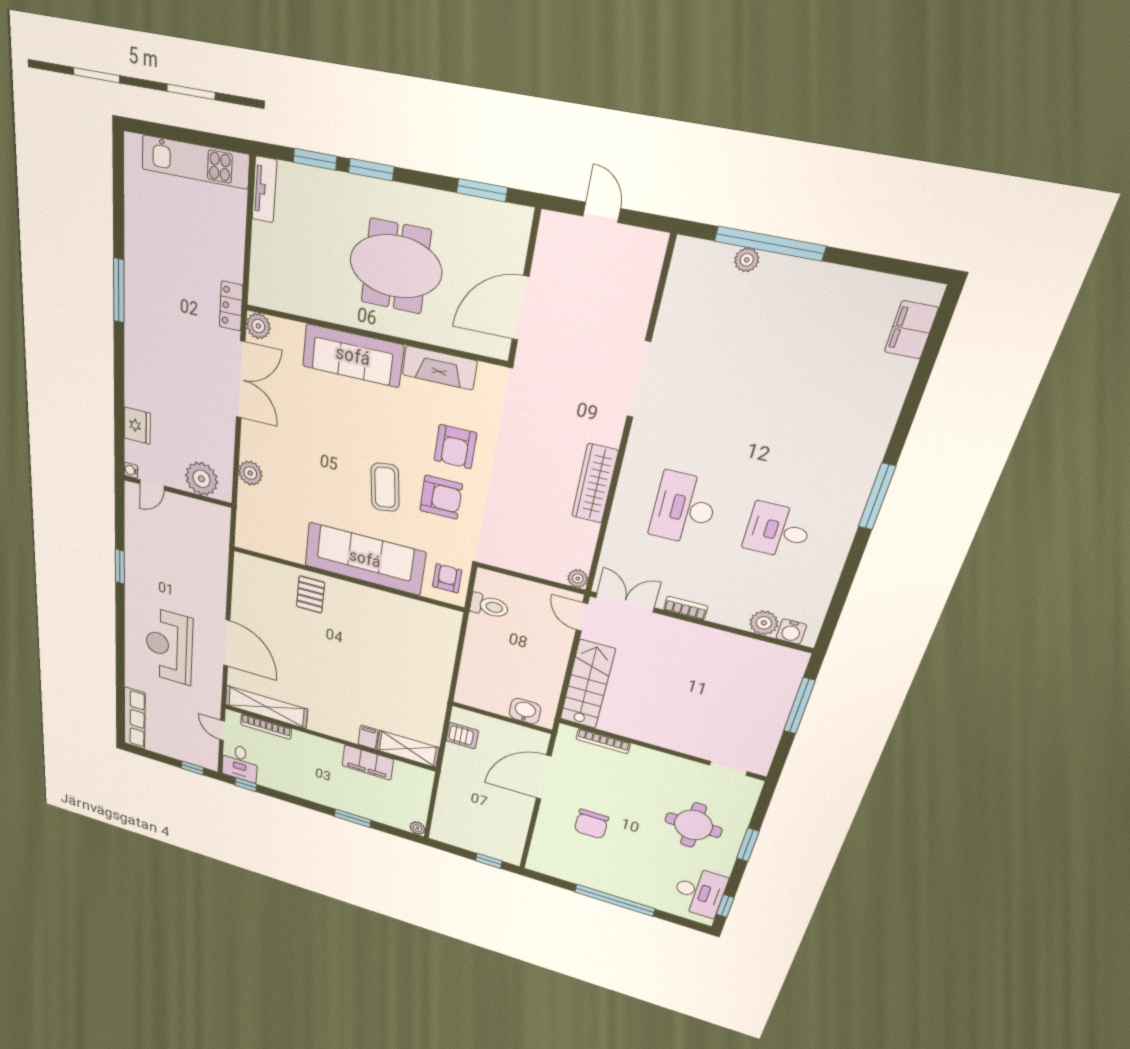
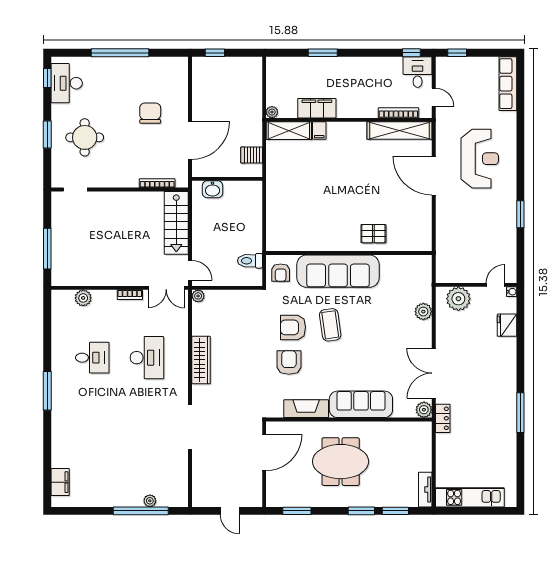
pallet: (310, 594) -> (373, 234), turned 90
water cooler: (791, 632) -> (66, 297), removed
plant: (417, 828) -> (272, 112), moved

